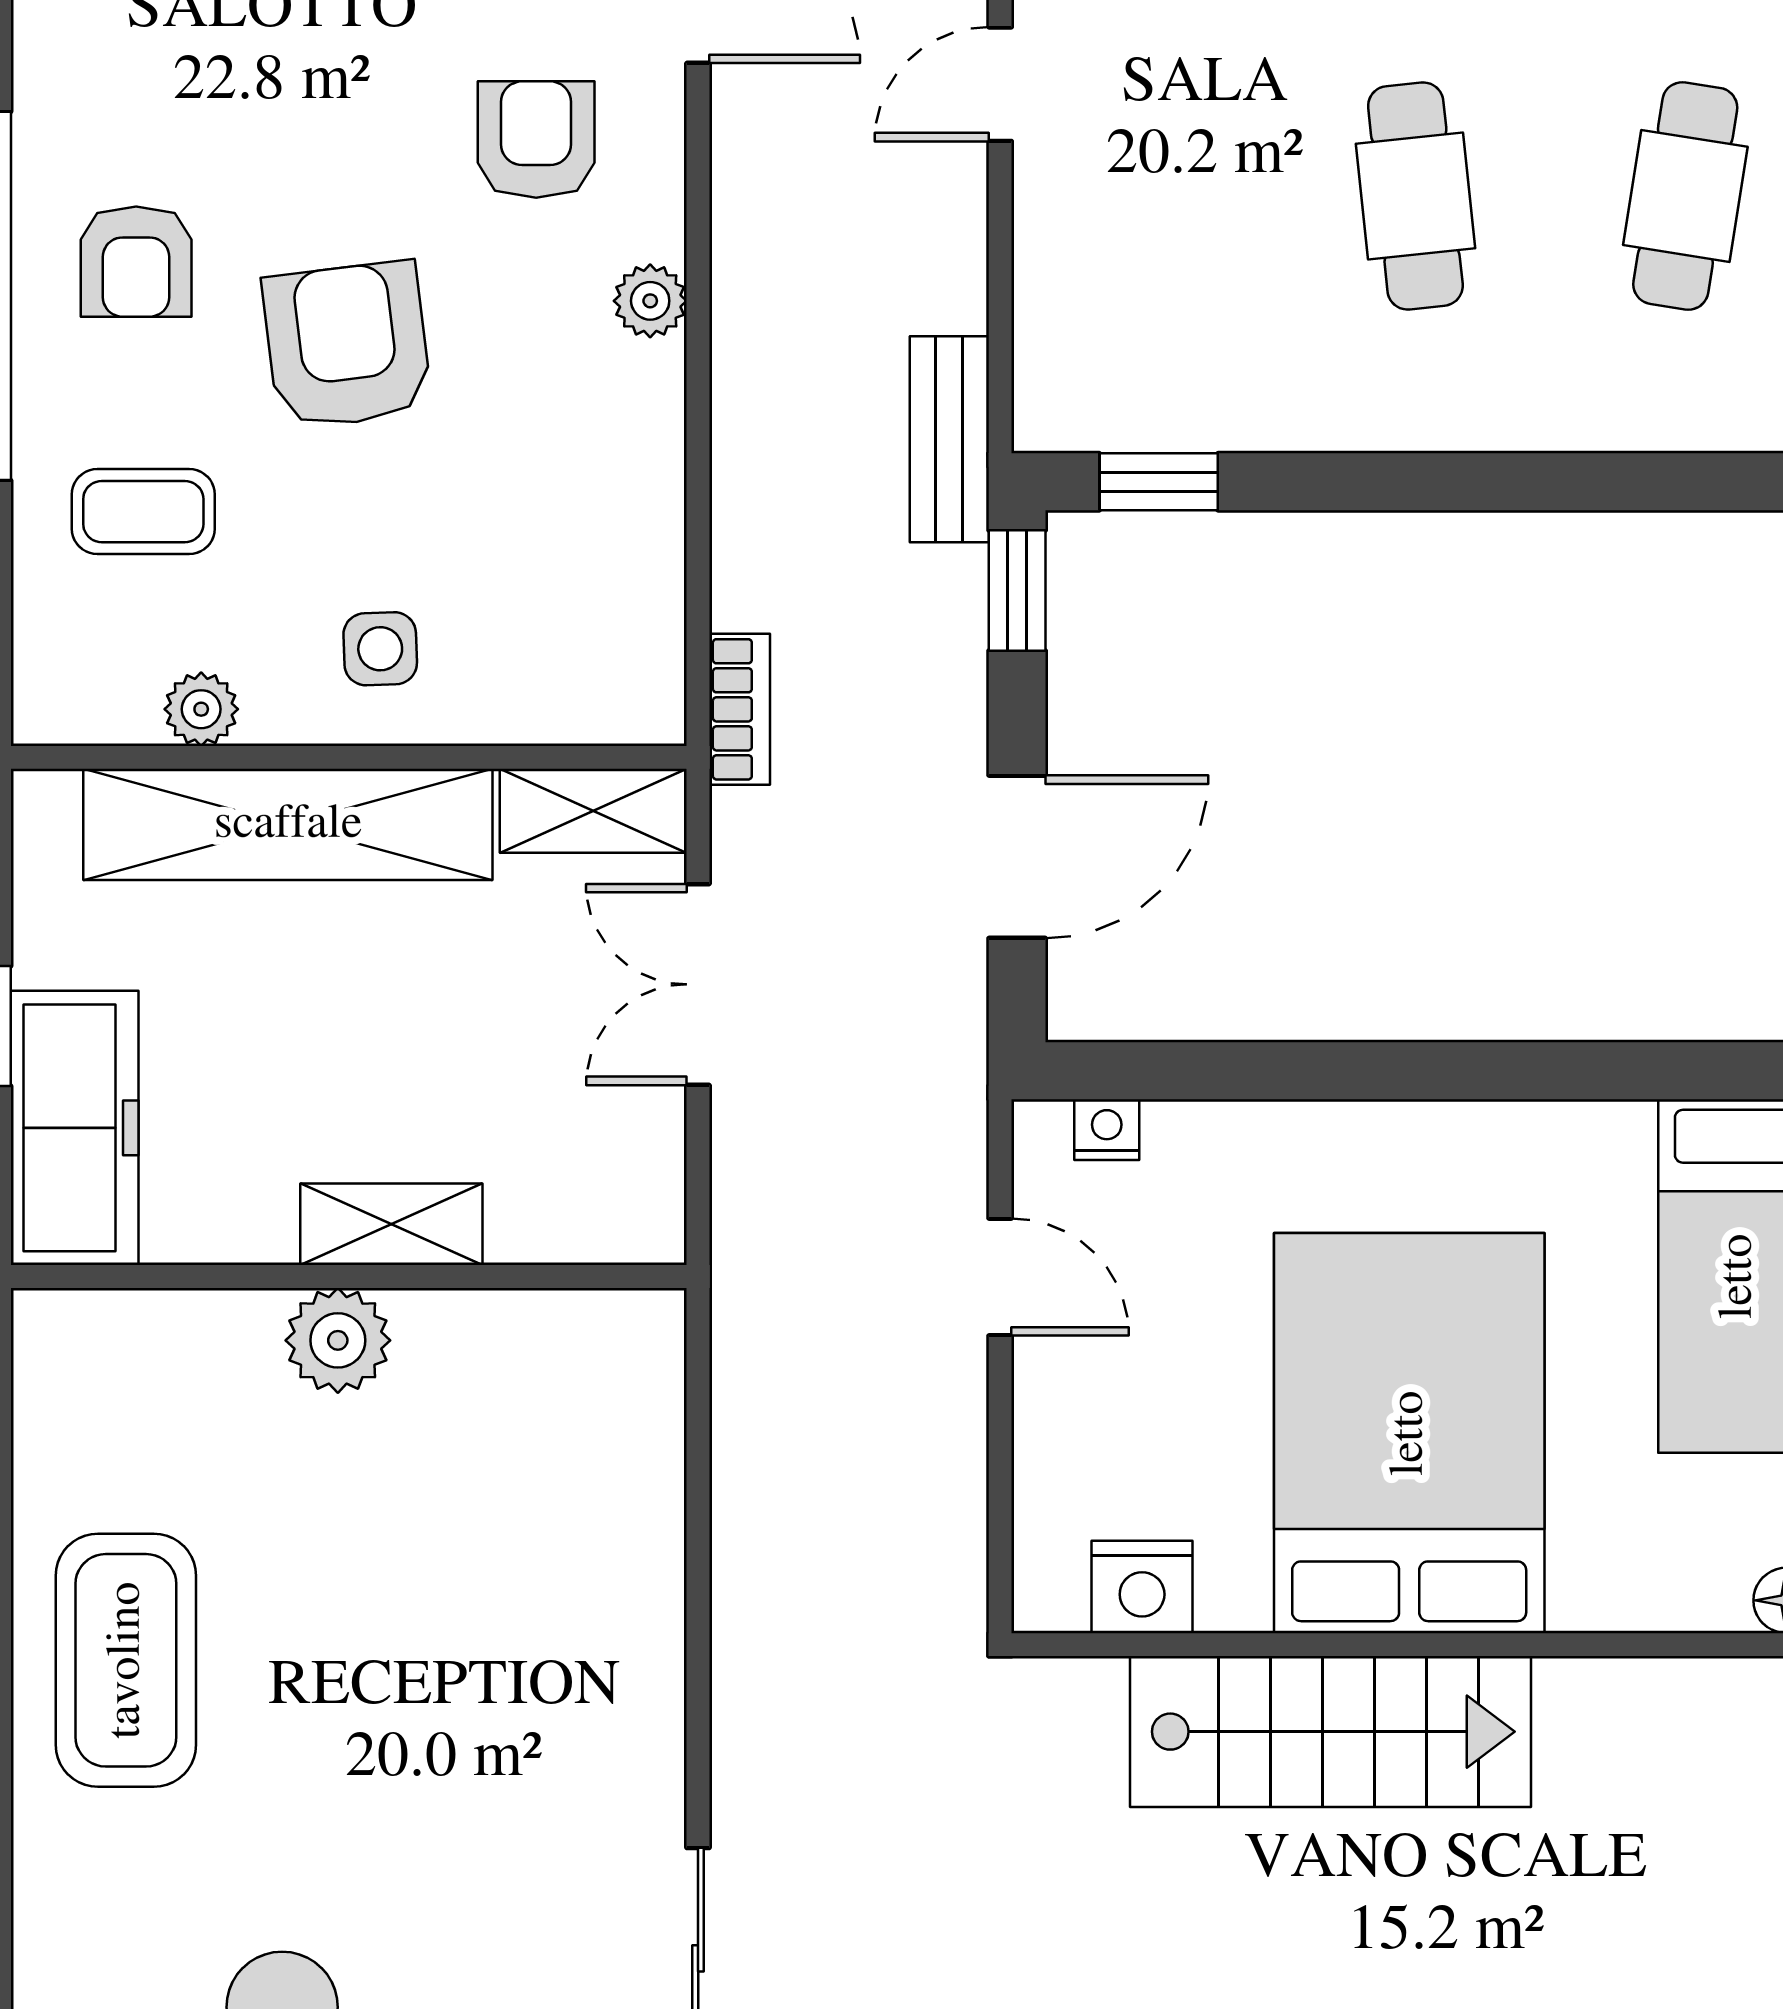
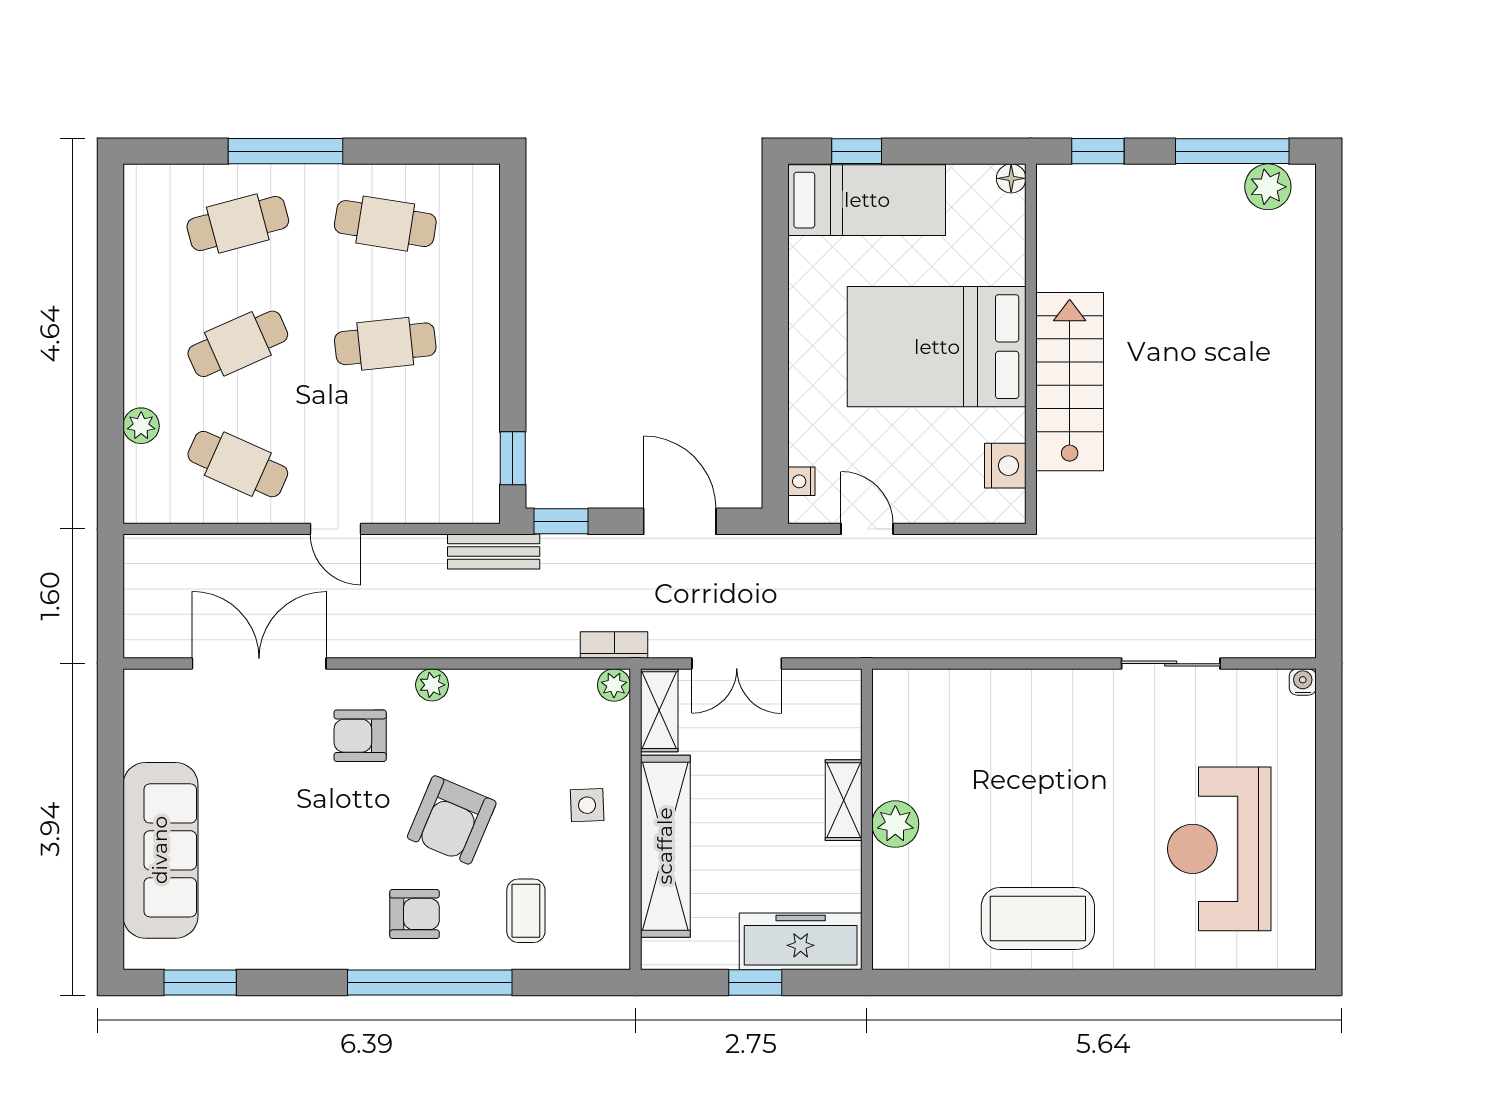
armchair: (347, 345) -> (452, 820), turned -60
plant: (201, 709) -> (614, 685), moved
door: (1000, 1277) -> (867, 529), hinge flipped

